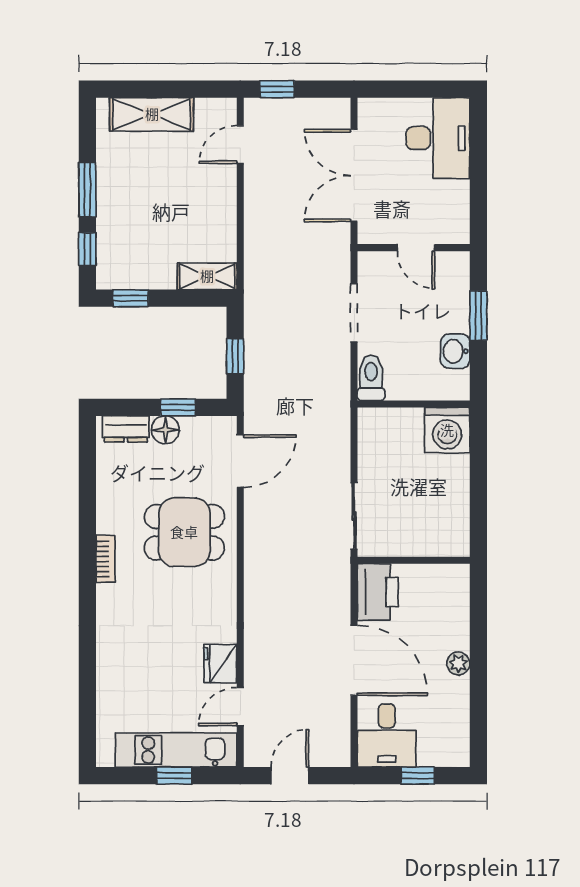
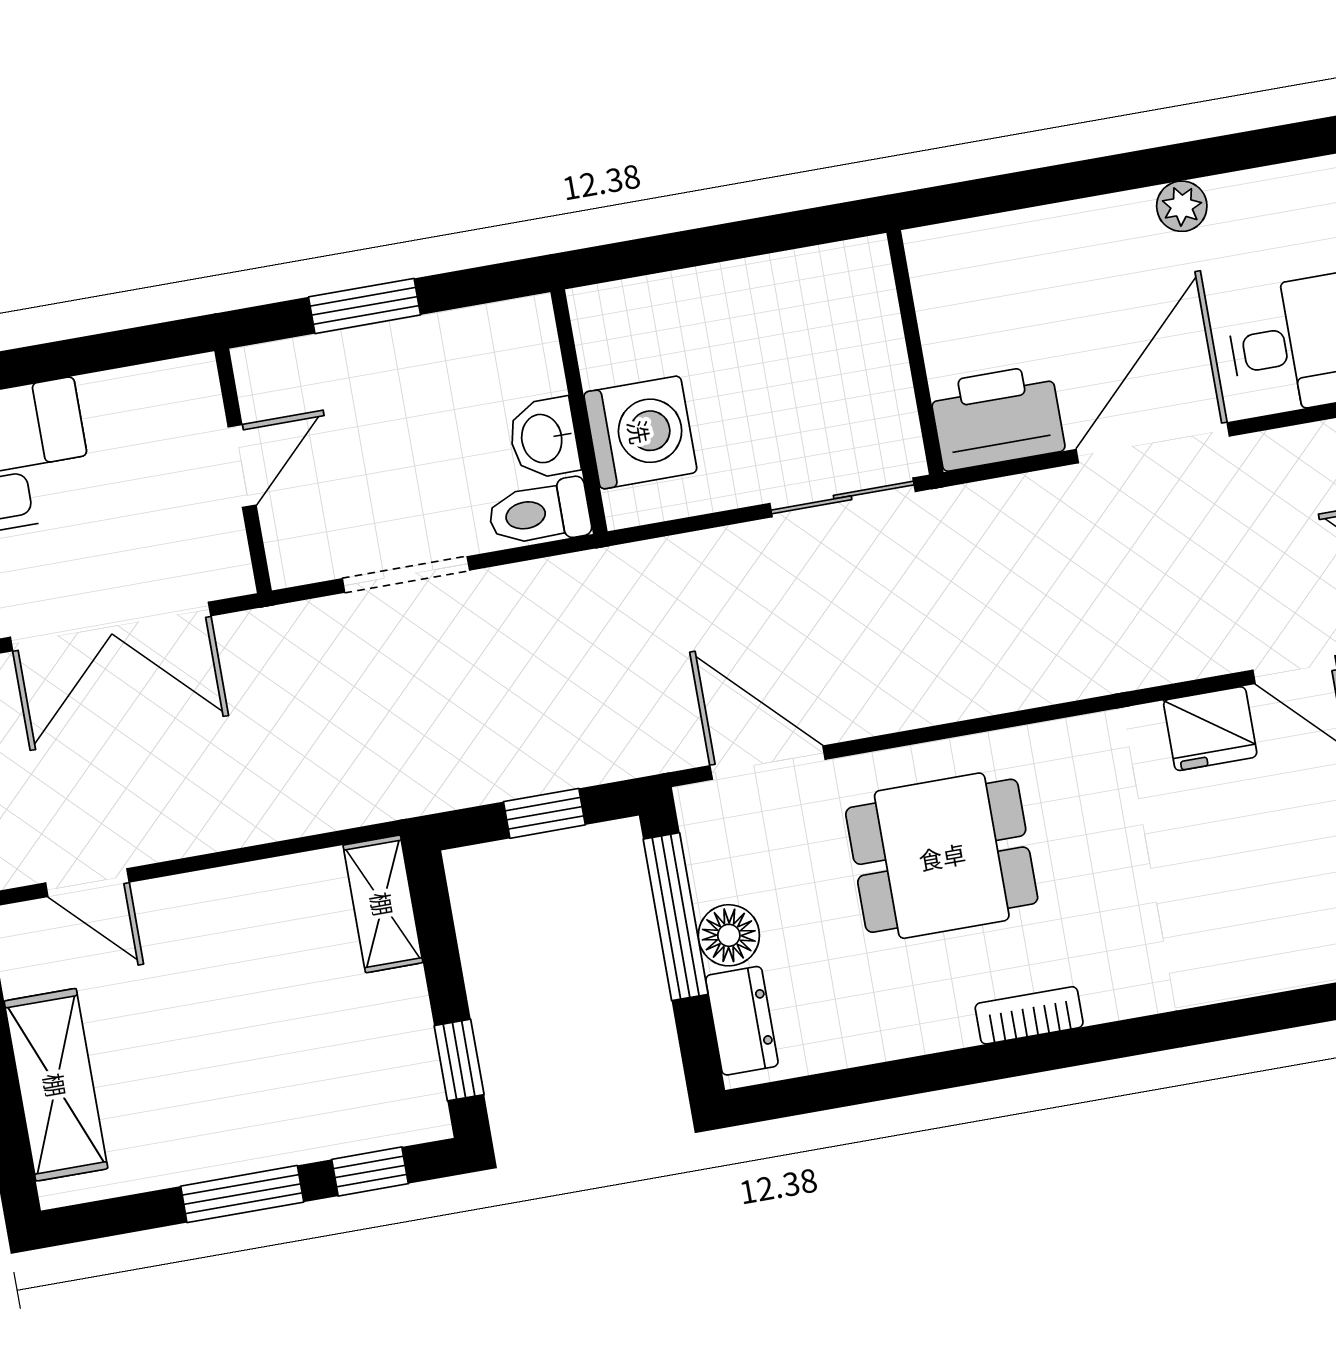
washbasin: (455, 351) -> (544, 438), moved, turned 90
window: (178, 407) -> (676, 917), width x2.17
washing machine: (447, 430) -> (640, 432), moved
dining table: (184, 532) -> (942, 856), turned 90
plant: (458, 663) -> (1182, 206), moved

